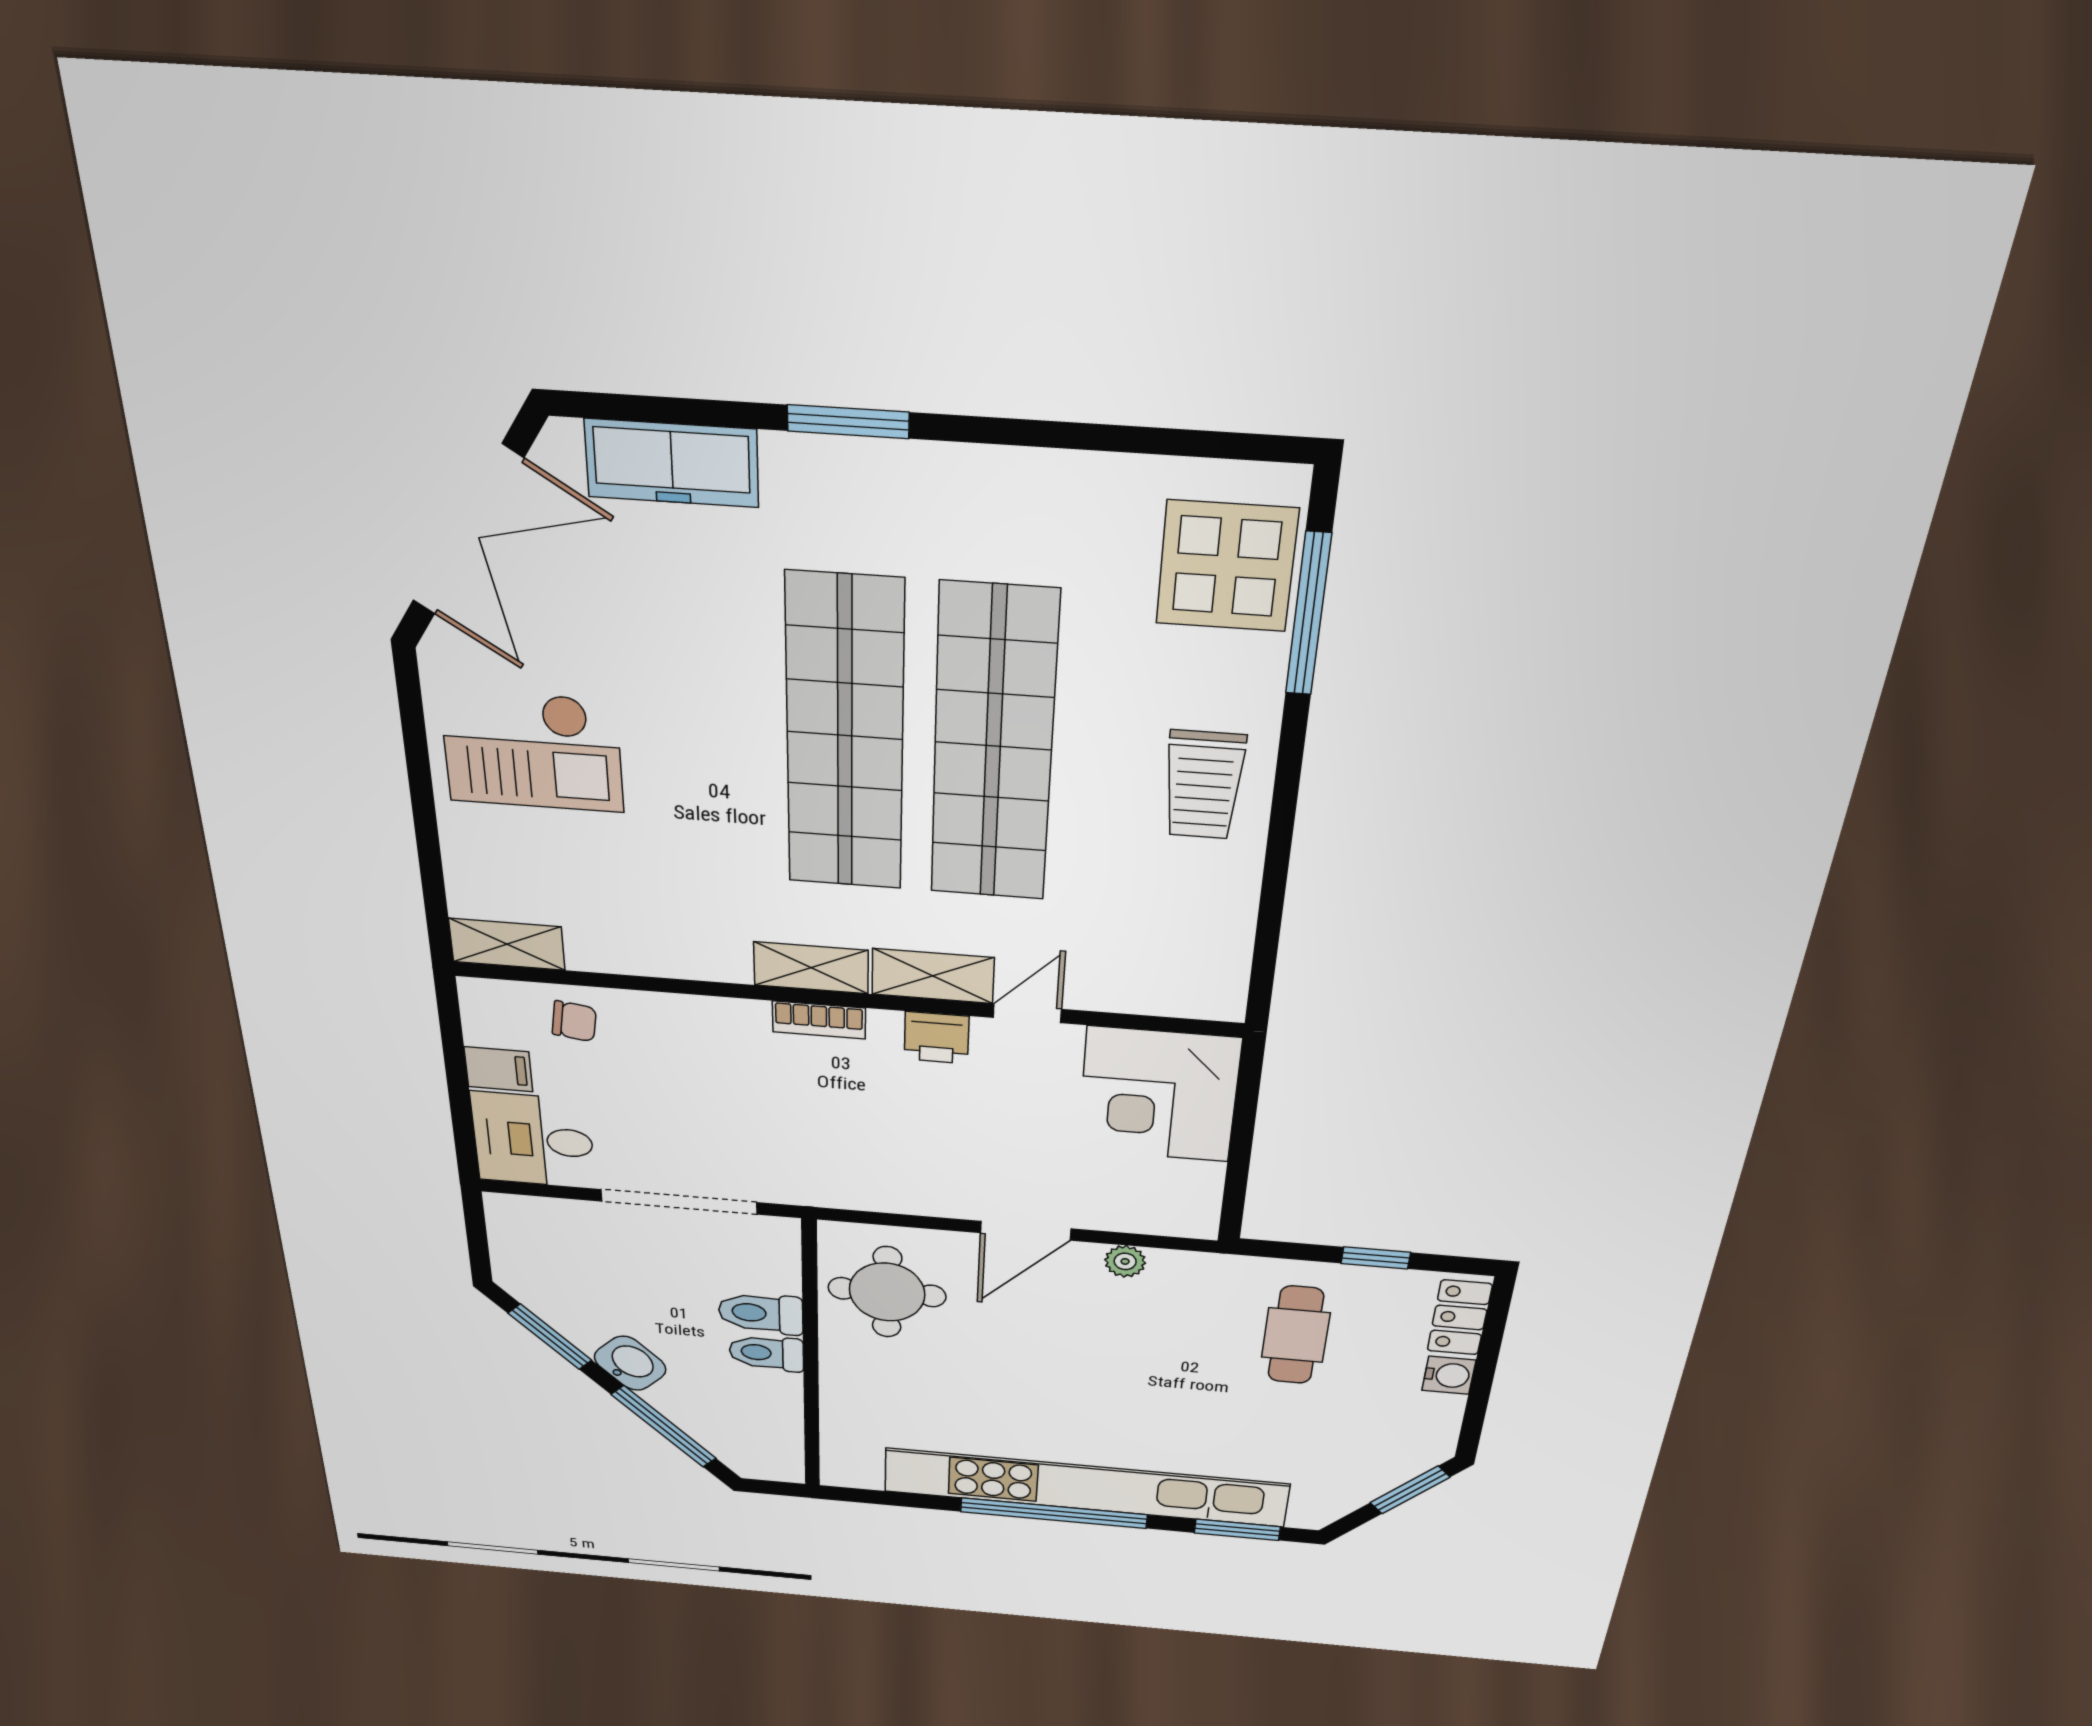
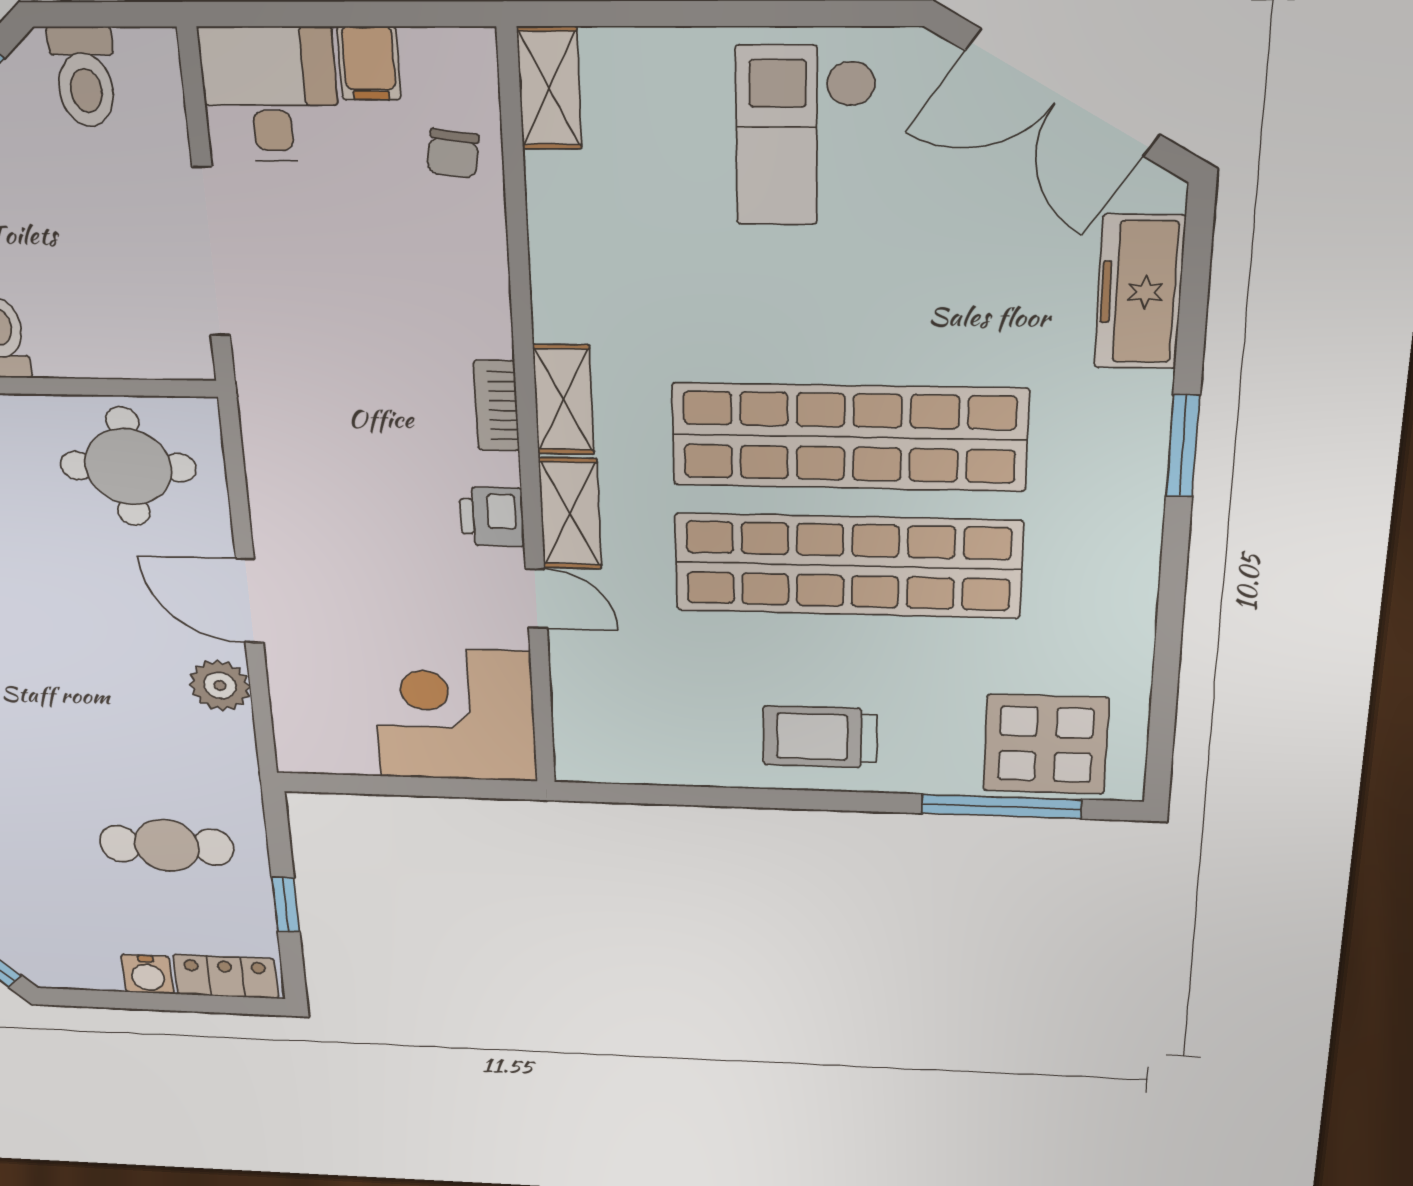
plant: (1125, 1261) -> (220, 685), width x1.38, depth x1.38
toilet: (761, 1313) -> (84, 77), moved, turned 180

